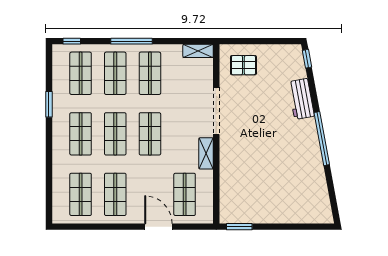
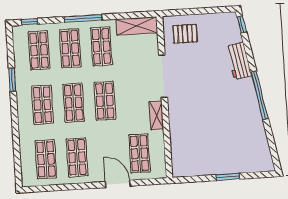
shelving: (198, 51) -> (137, 26), width x1.50, depth x1.33
window: (239, 227) -> (228, 177), moved

